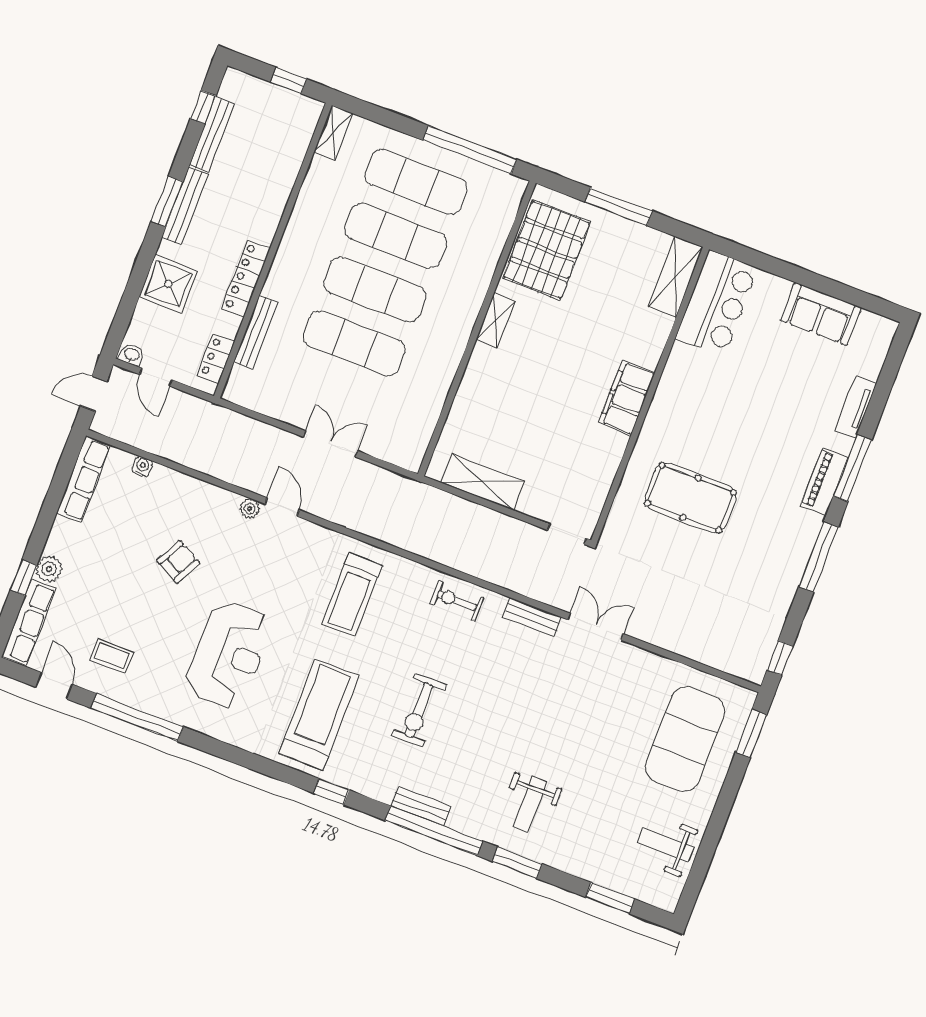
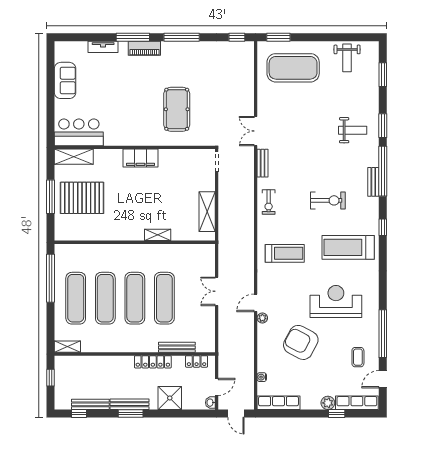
pallet: (547, 250) -> (82, 198), moved
shelving: (495, 321) -> (158, 235), moved
armchair: (178, 562) -> (301, 342), width x1.88, depth x1.88

